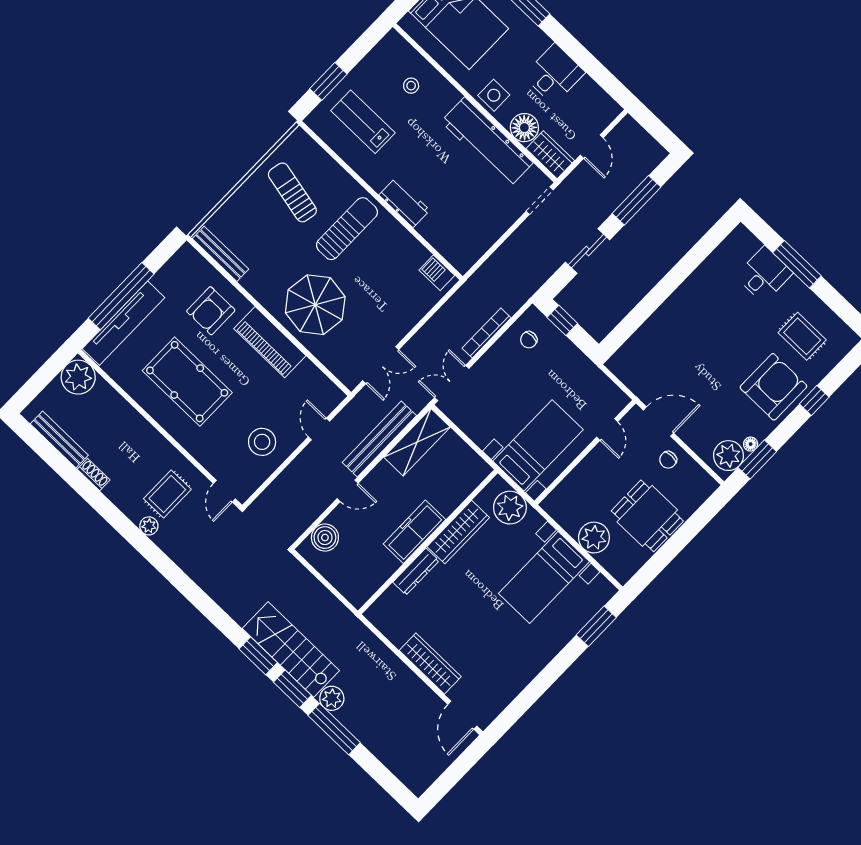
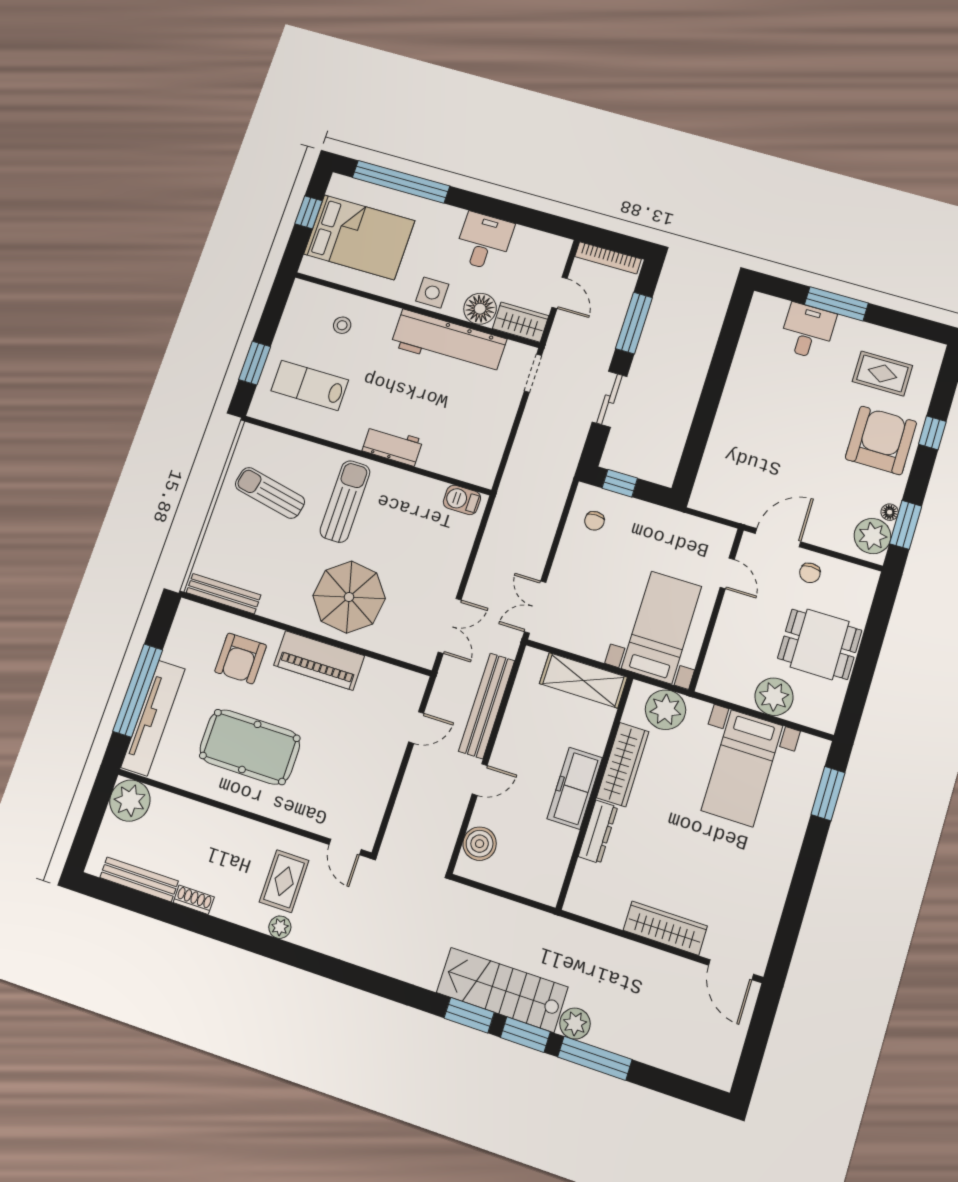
bookcase: (487, 333) -> (608, 258), moved, turned -90
door: (319, 429) -> (416, 728), swing flipped
stool: (262, 442) -> (361, 772), removed
shelving: (417, 442) -> (583, 680), moved, turned 90

